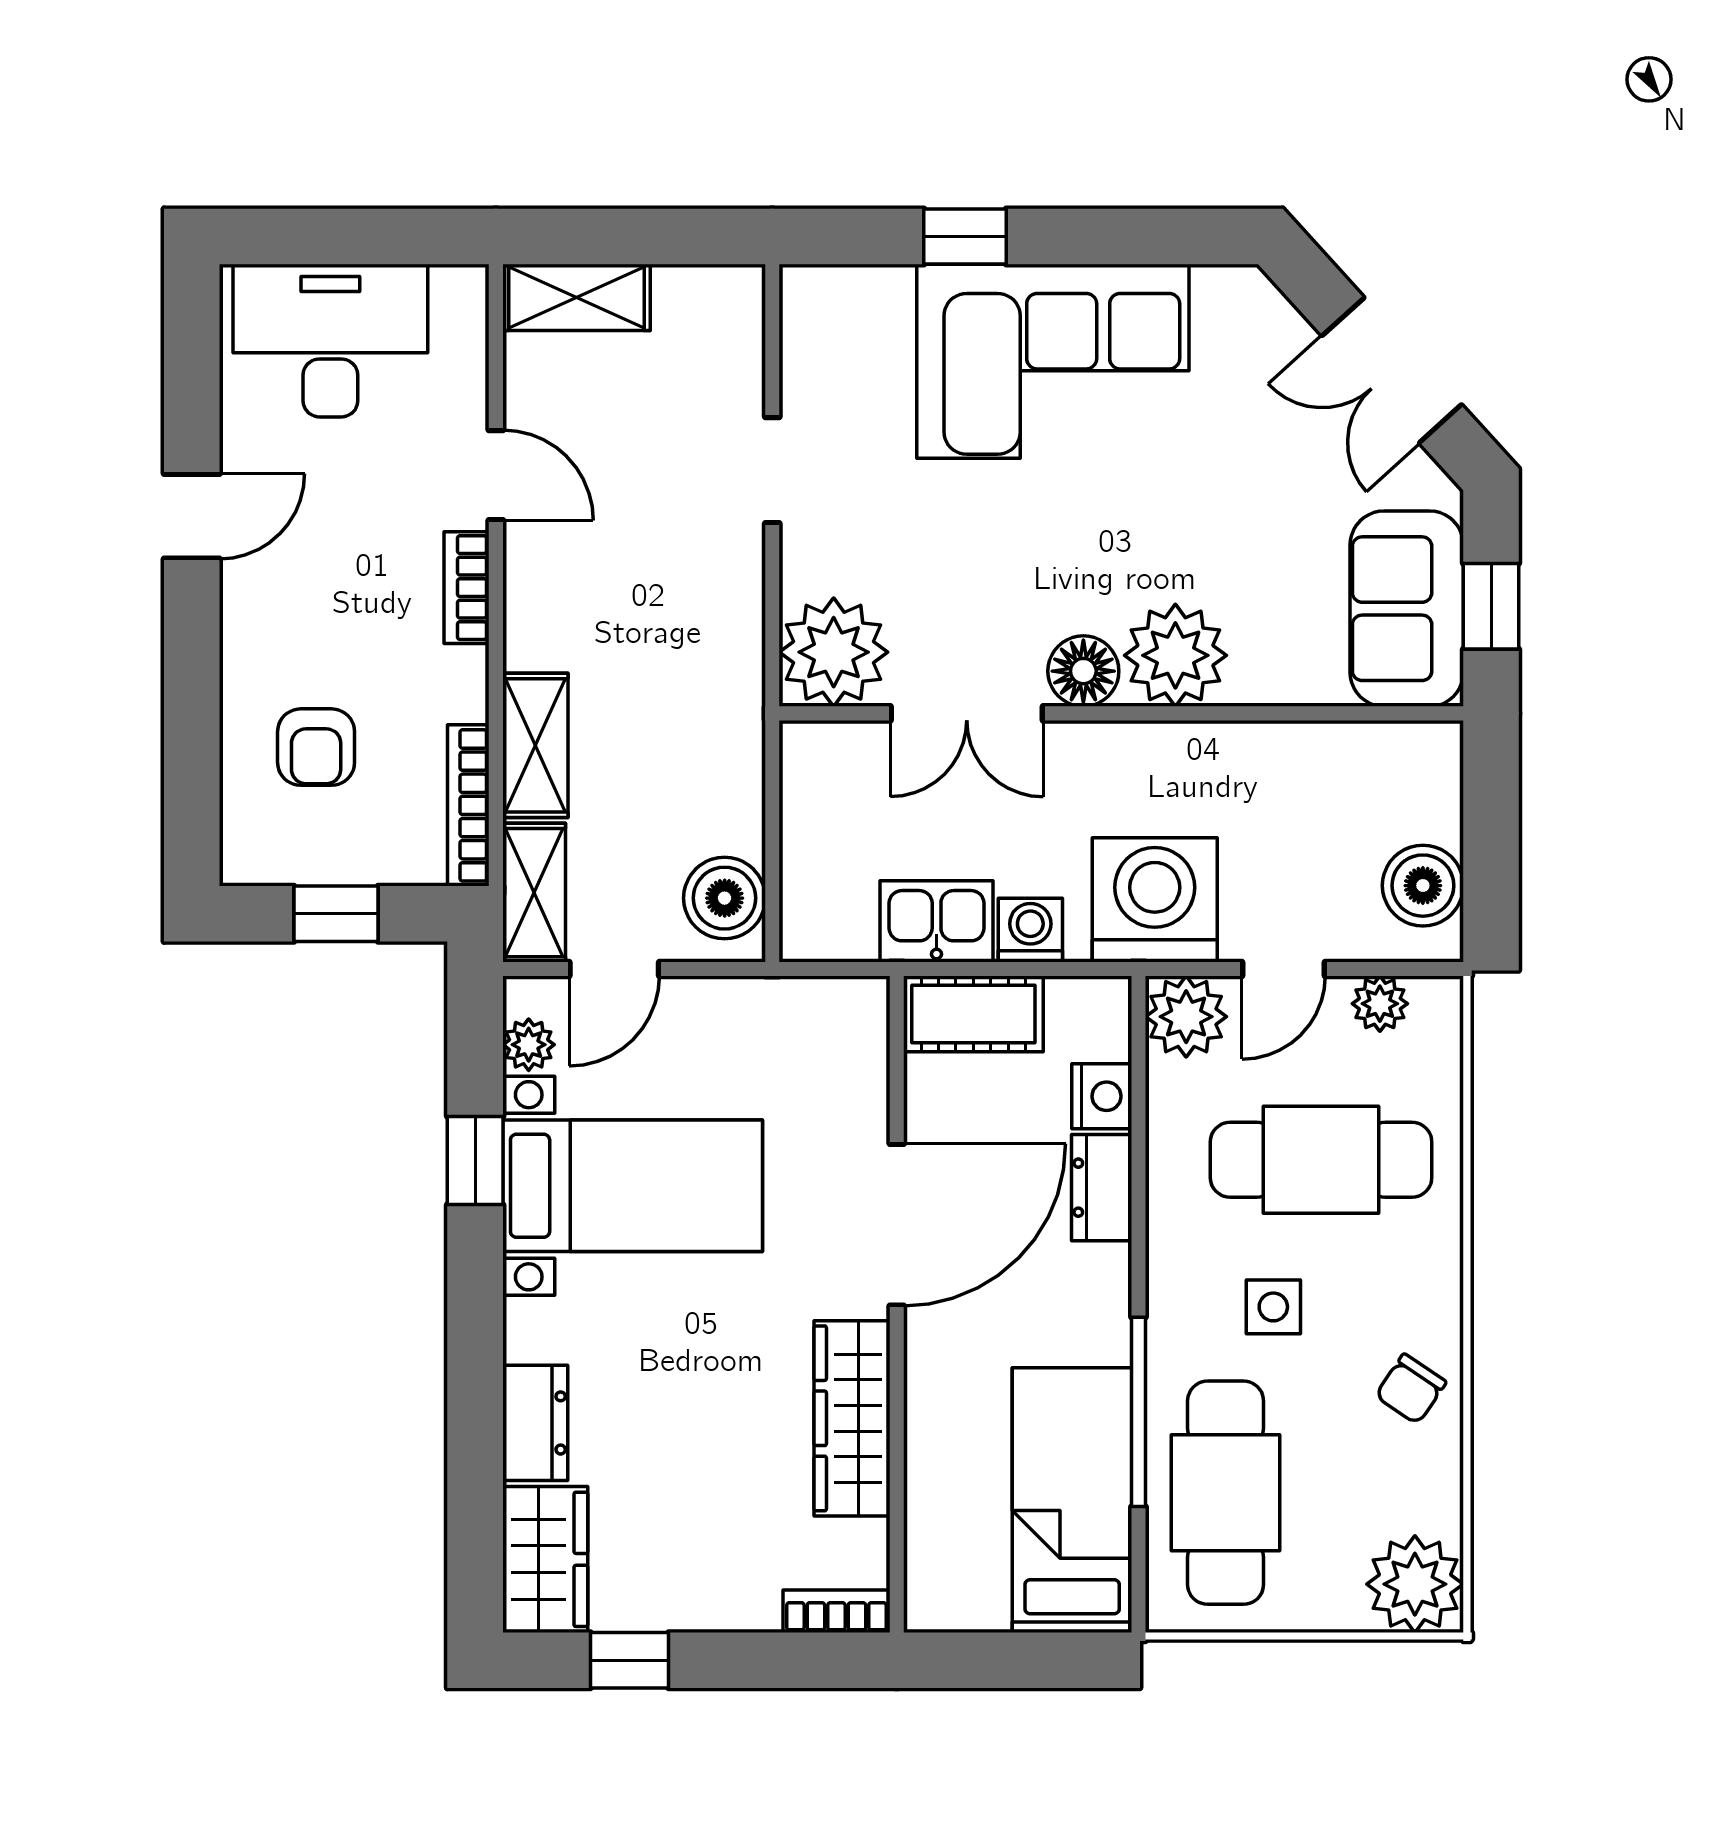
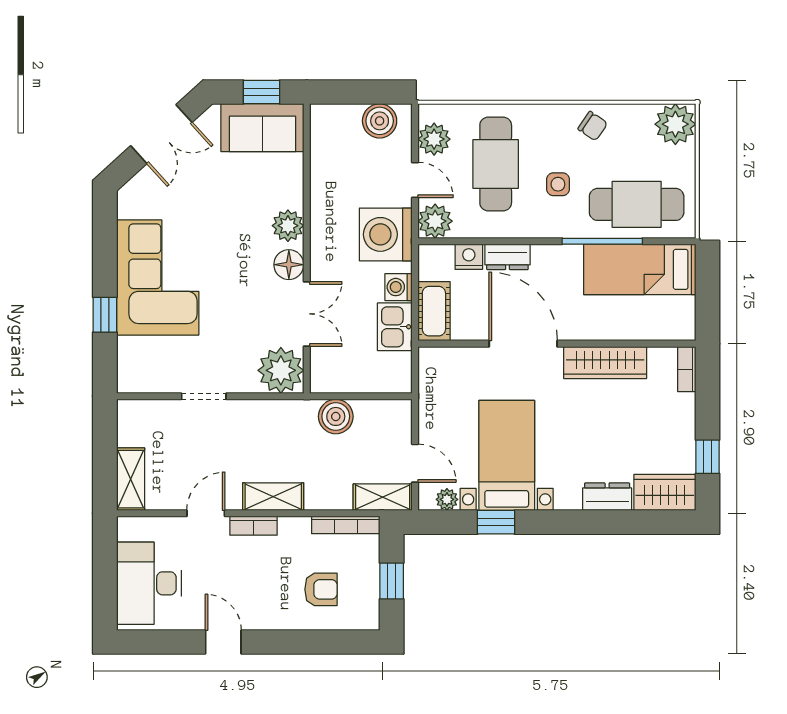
plant: (1175, 655) -> (288, 226), width x0.73, depth x0.73
shelving: (535, 745) -> (273, 497), moved
boiler: (725, 898) -> (336, 416), moved
plant: (1380, 1004) -> (434, 139), width x1.38, depth x1.38

